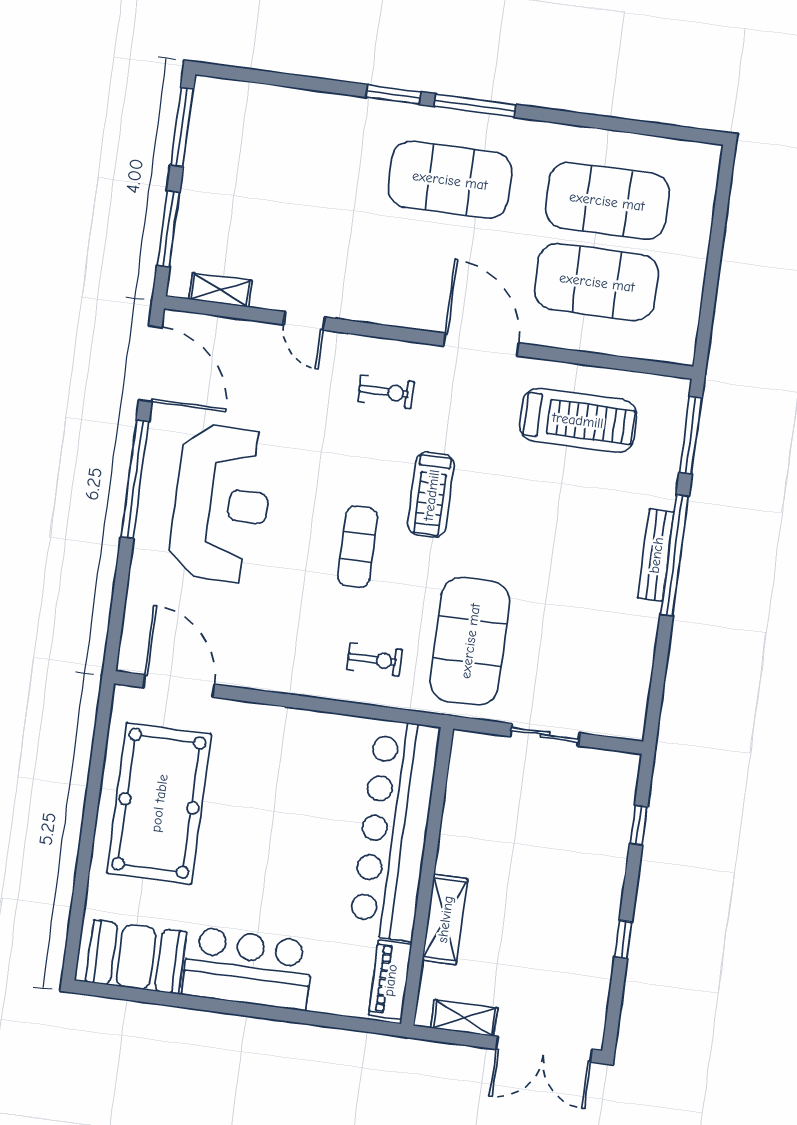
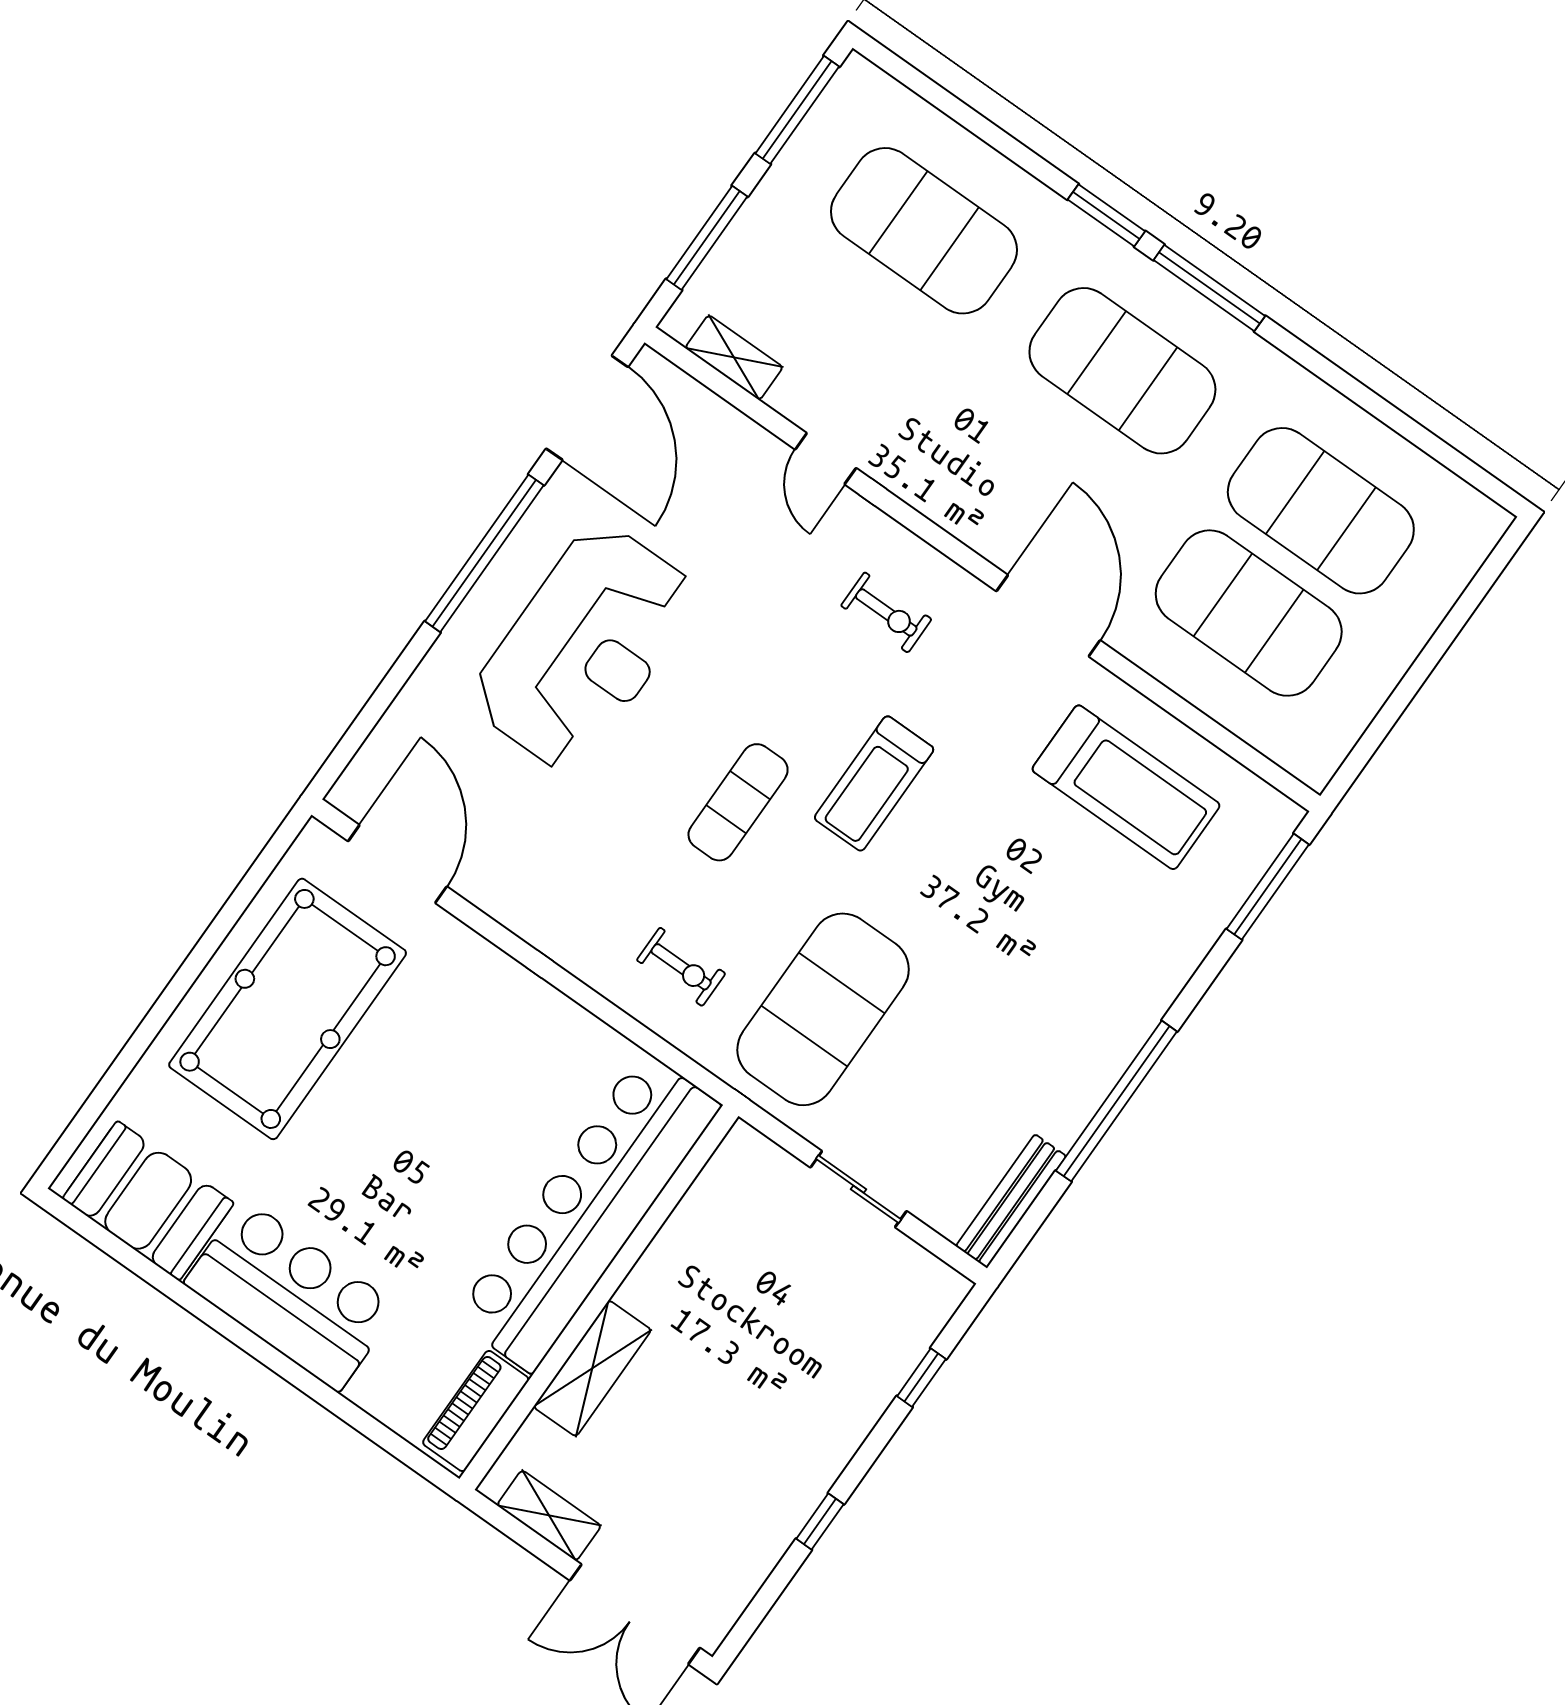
exercise mat: (292, 159) -> (924, 231), added
bench: (656, 555) -> (1011, 1201), moved
window: (675, 555) -> (1116, 1101), moved

